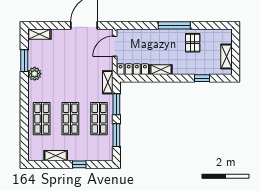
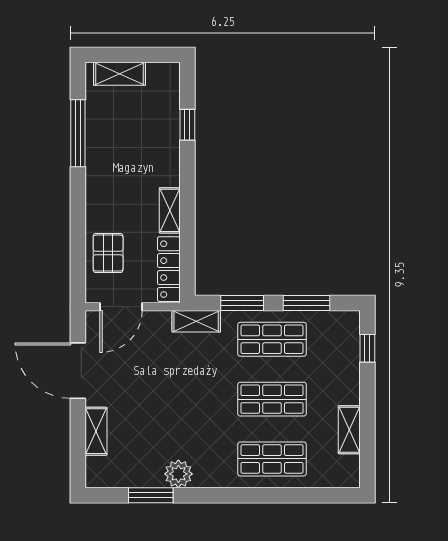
window: (174, 25) -> (78, 133), moved
shelving: (39, 34) -> (96, 431), moved
pallet: (193, 43) -> (108, 253), moved, turned 90
door: (115, 46) -> (121, 307), hinge flipped
shelving: (226, 56) -> (120, 74), moved
window: (79, 164) -> (367, 348), moved

